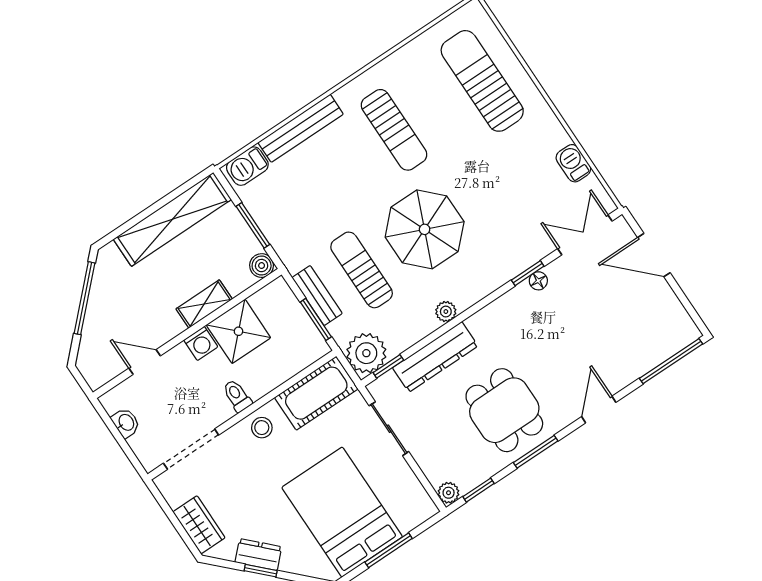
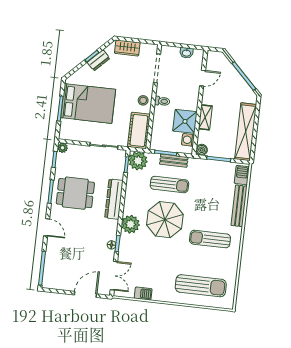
plant: (446, 312) -> (130, 224), moved, width x1.87, depth x1.87
washing machine: (201, 343) -> (188, 140), moved
dresser: (435, 357) -> (114, 199), moved

